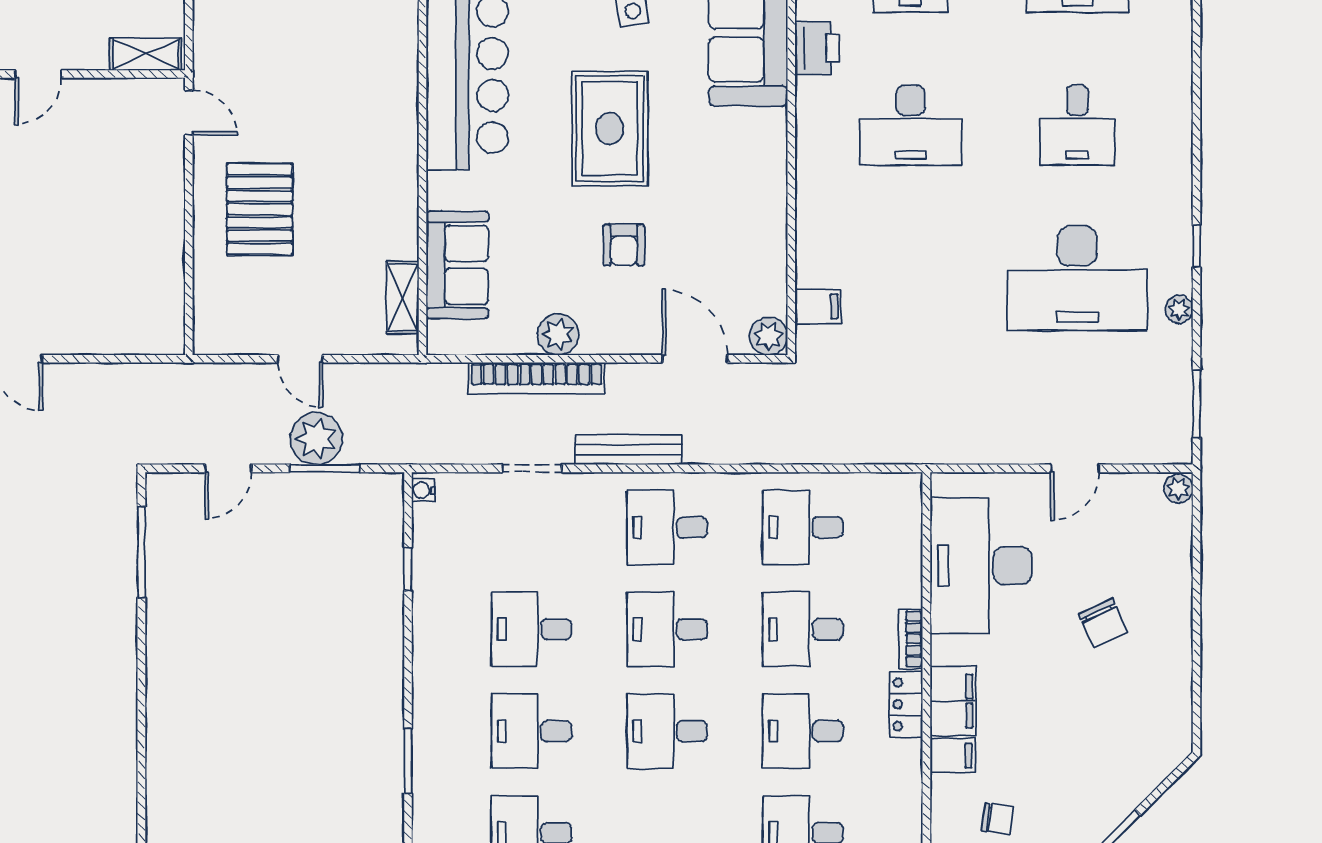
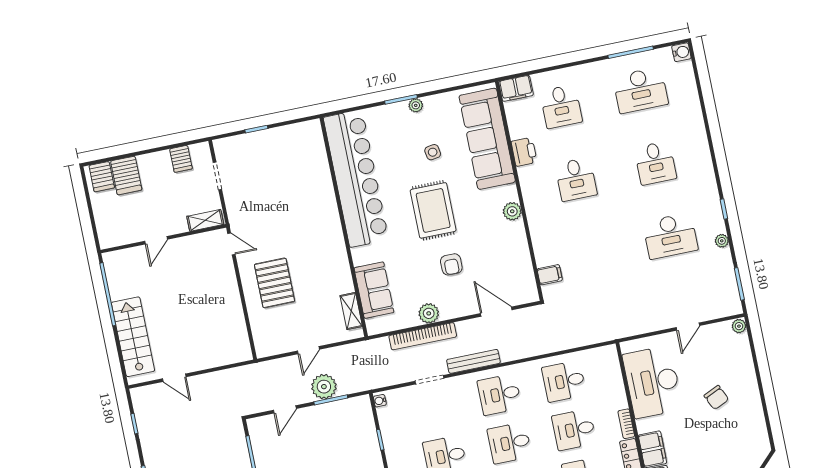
desk: (911, 125) -> (576, 179), width x0.73
desk: (1077, 278) -> (670, 236), width x0.73, depth x0.77
plant: (769, 336) -> (512, 211), moved
door: (300, 359) -> (308, 350), hinge flipped

